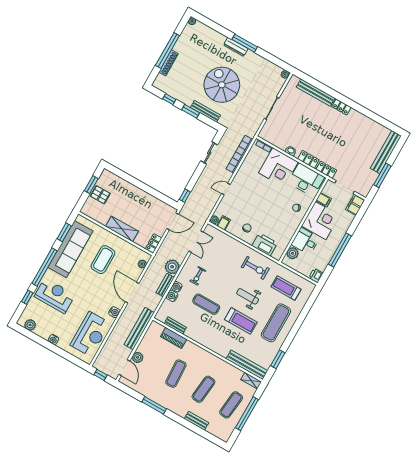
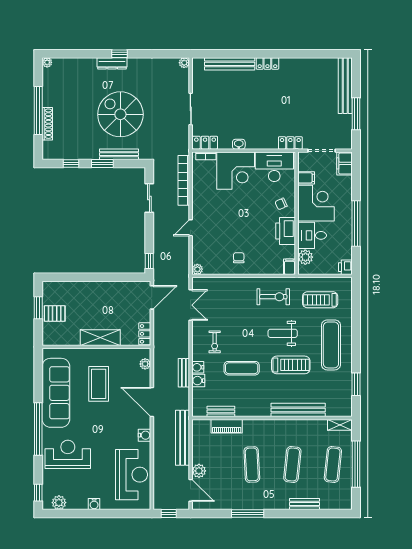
window: (245, 43) -> (120, 54), width x0.46
locker: (308, 159) -> (205, 143), moved
filing cabinet: (224, 223) -> (289, 267), moved
window: (64, 232) -> (38, 378), removed
printer: (265, 244) -> (286, 231), moved, turned -90
plant: (172, 267) -> (180, 348), removed
window: (27, 297) -> (38, 493), moved
bench: (247, 365) -> (298, 410), moved

